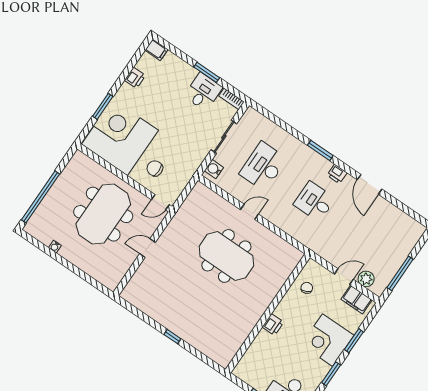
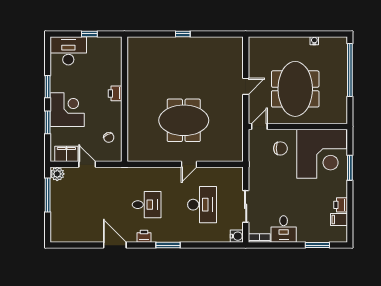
filing cabinet: (156, 50) -> (339, 220), moved
window: (207, 72) -> (317, 245), moved
water cooler: (214, 169) -> (237, 236), moved
door: (344, 277) -> (87, 164), swing flipped
plant: (366, 279) -> (57, 174), moved

